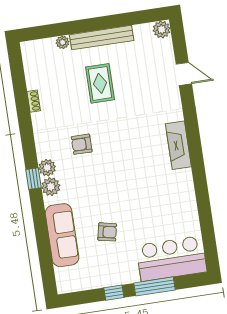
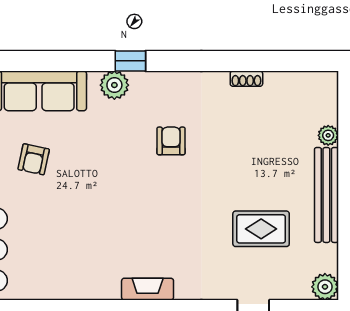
rug: (100, 83) -> (261, 229), moved
fireplace: (178, 145) -> (148, 289), width x0.73, depth x0.76
plant: (47, 168) -> (144, 84), removed

